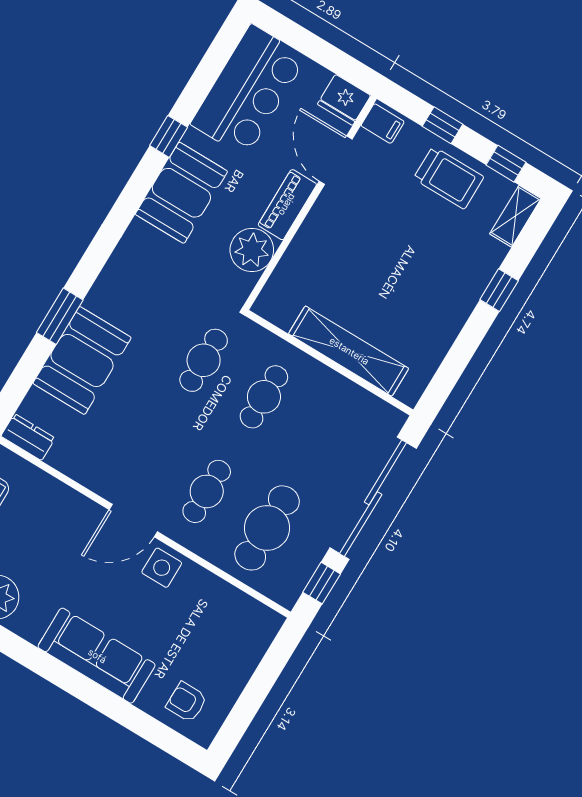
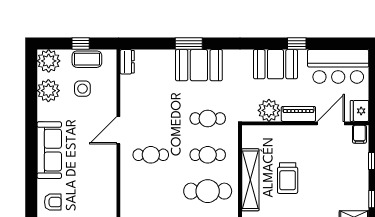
trolley: (449, 178) -> (288, 178), moved
booth: (82, 360) -> (199, 65), moved
door: (133, 521) -> (118, 130), hinge flipped
cafe table: (267, 528) -> (208, 191), moved
side table: (162, 568) -> (82, 89), moved
armchair: (187, 702) -> (53, 202), turned 90

